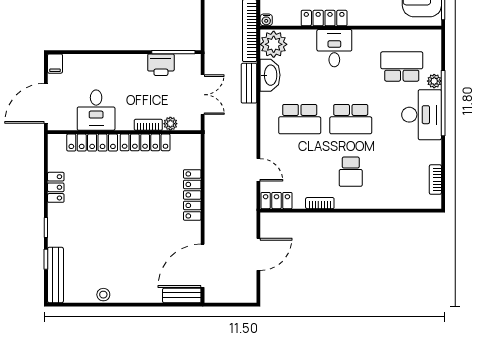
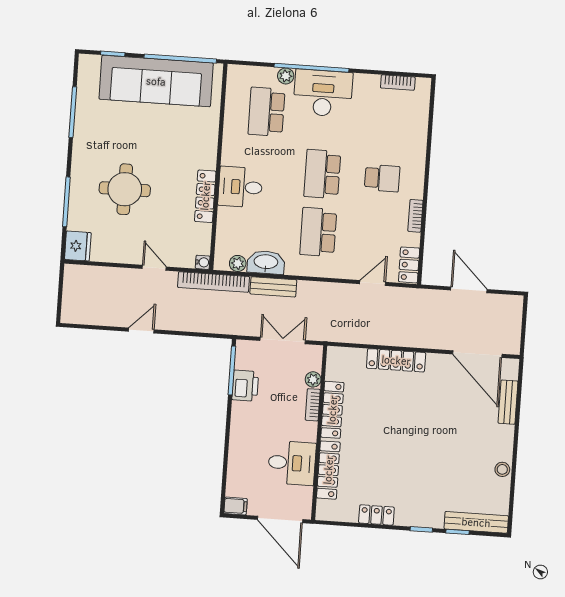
plant: (274, 44) -> (238, 263), width x0.53, depth x0.53
school desk: (300, 119) -> (318, 232), turned 180
school desk: (351, 119) -> (322, 174), turned 180
bench: (182, 295) -> (508, 402), moved

